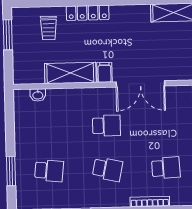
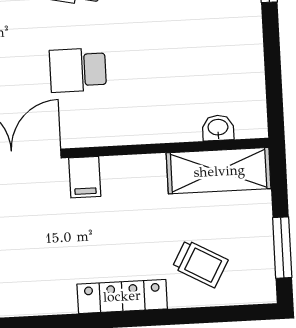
trolley: (49, 28) -> (200, 264), turned 119
shelving: (70, 73) -> (219, 171), moved

